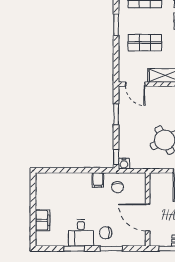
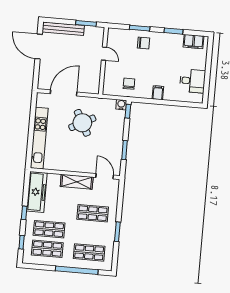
filing cabinet: (98, 180) -> (158, 93), moved
door: (148, 218) -> (104, 54), width x0.53
filing cabinet: (42, 220) -> (194, 42), moved, turned -90
desk: (81, 233) -> (192, 81), moved, turned 90

